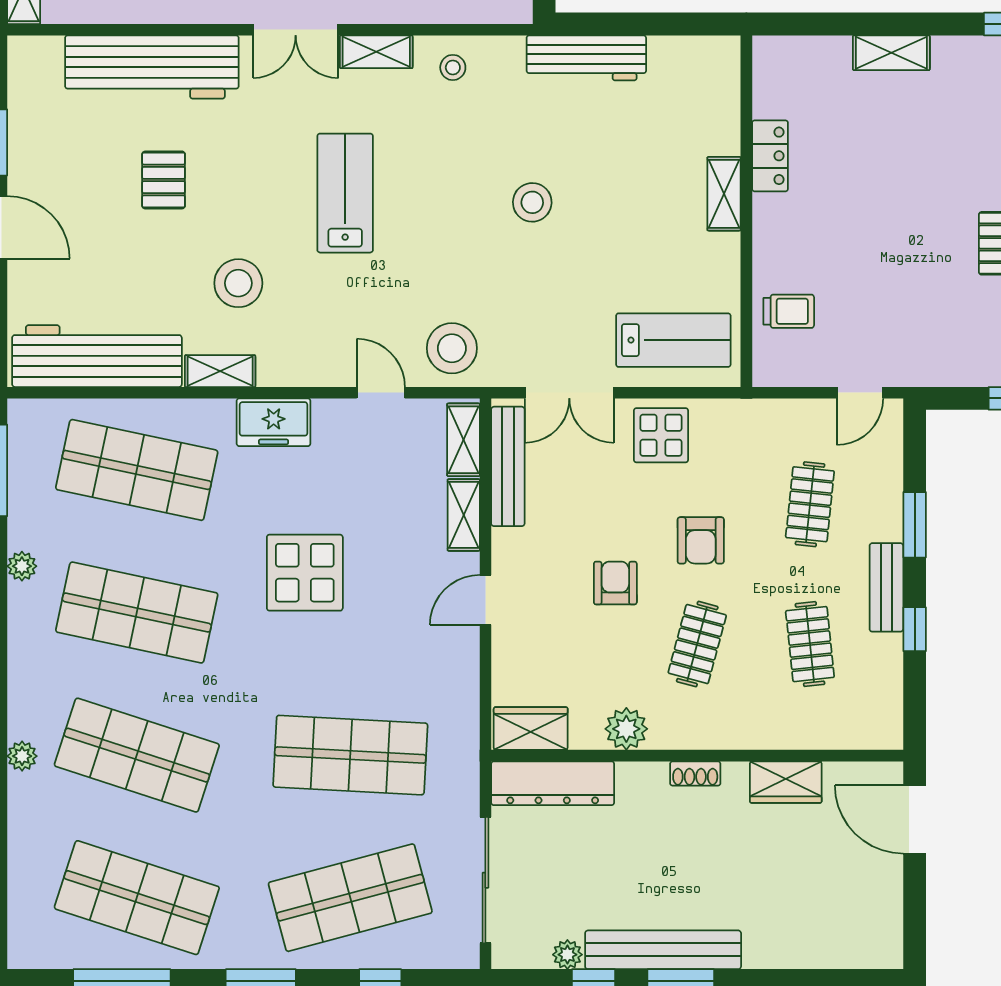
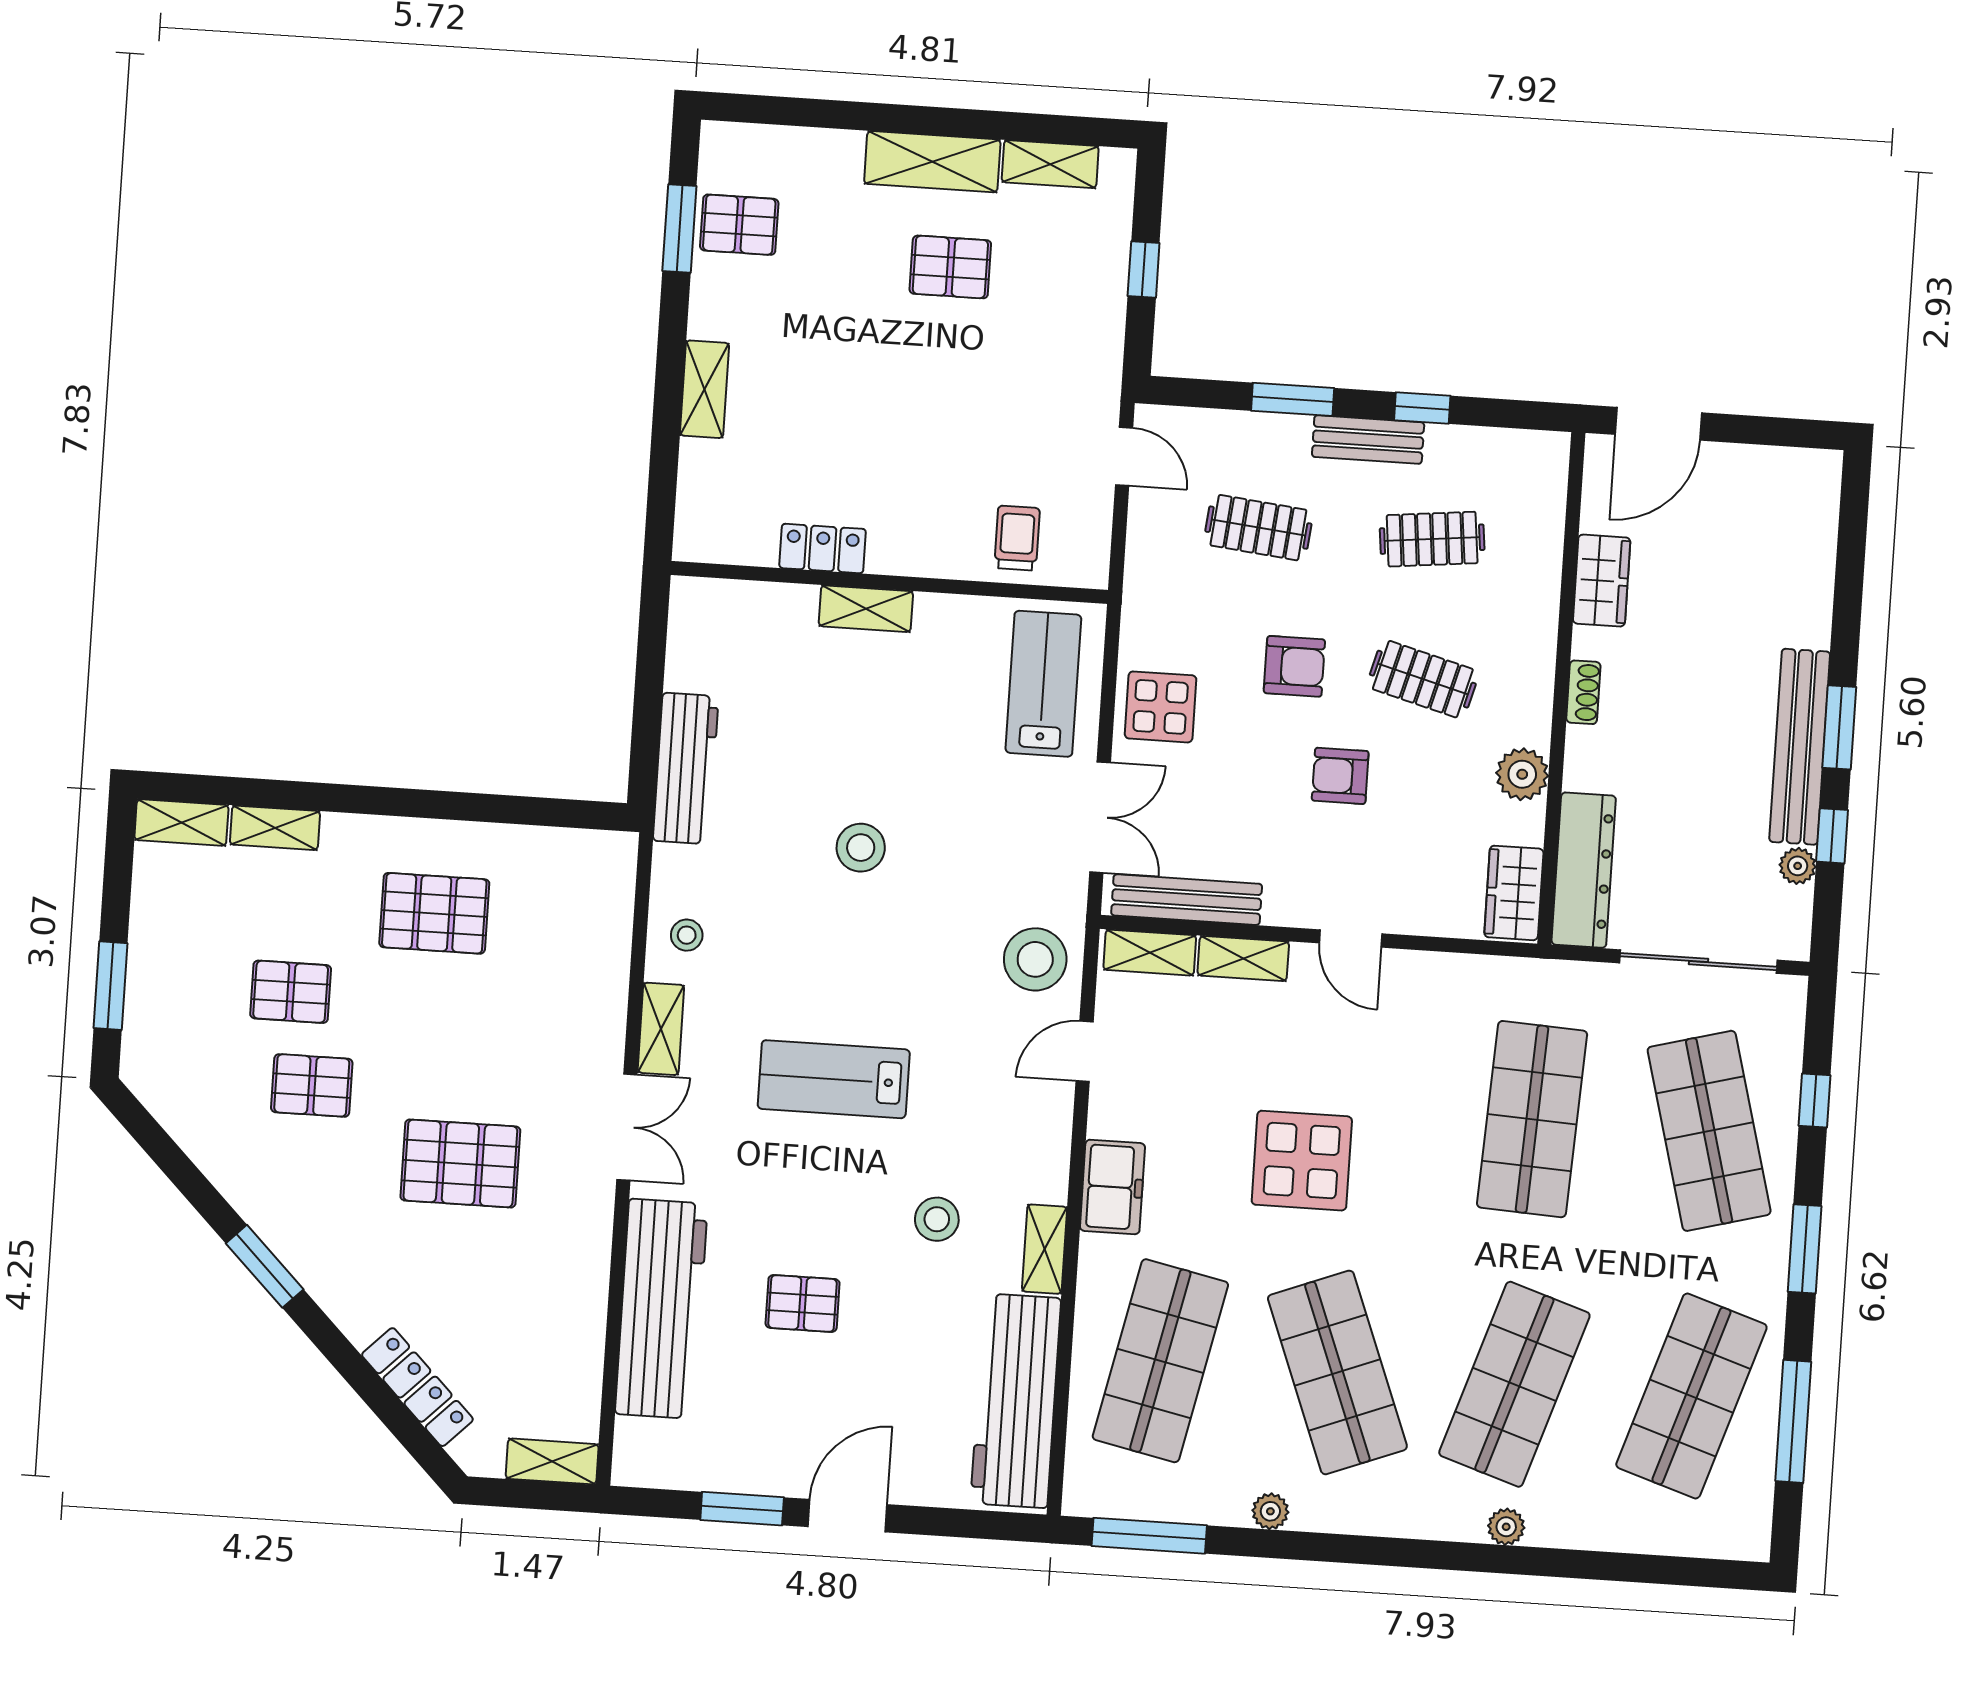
stool: (238, 283) -> (937, 1219), width x0.73, depth x0.73
shop shelf: (137, 613) -> (1337, 1372), turned -33

